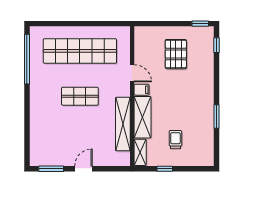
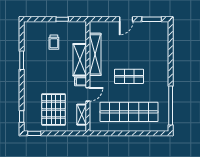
pallet: (176, 54) -> (54, 109), width x1.37, depth x1.41
door: (132, 73) -> (88, 94), swing flipped
shelving: (140, 152) -> (82, 115), moved

